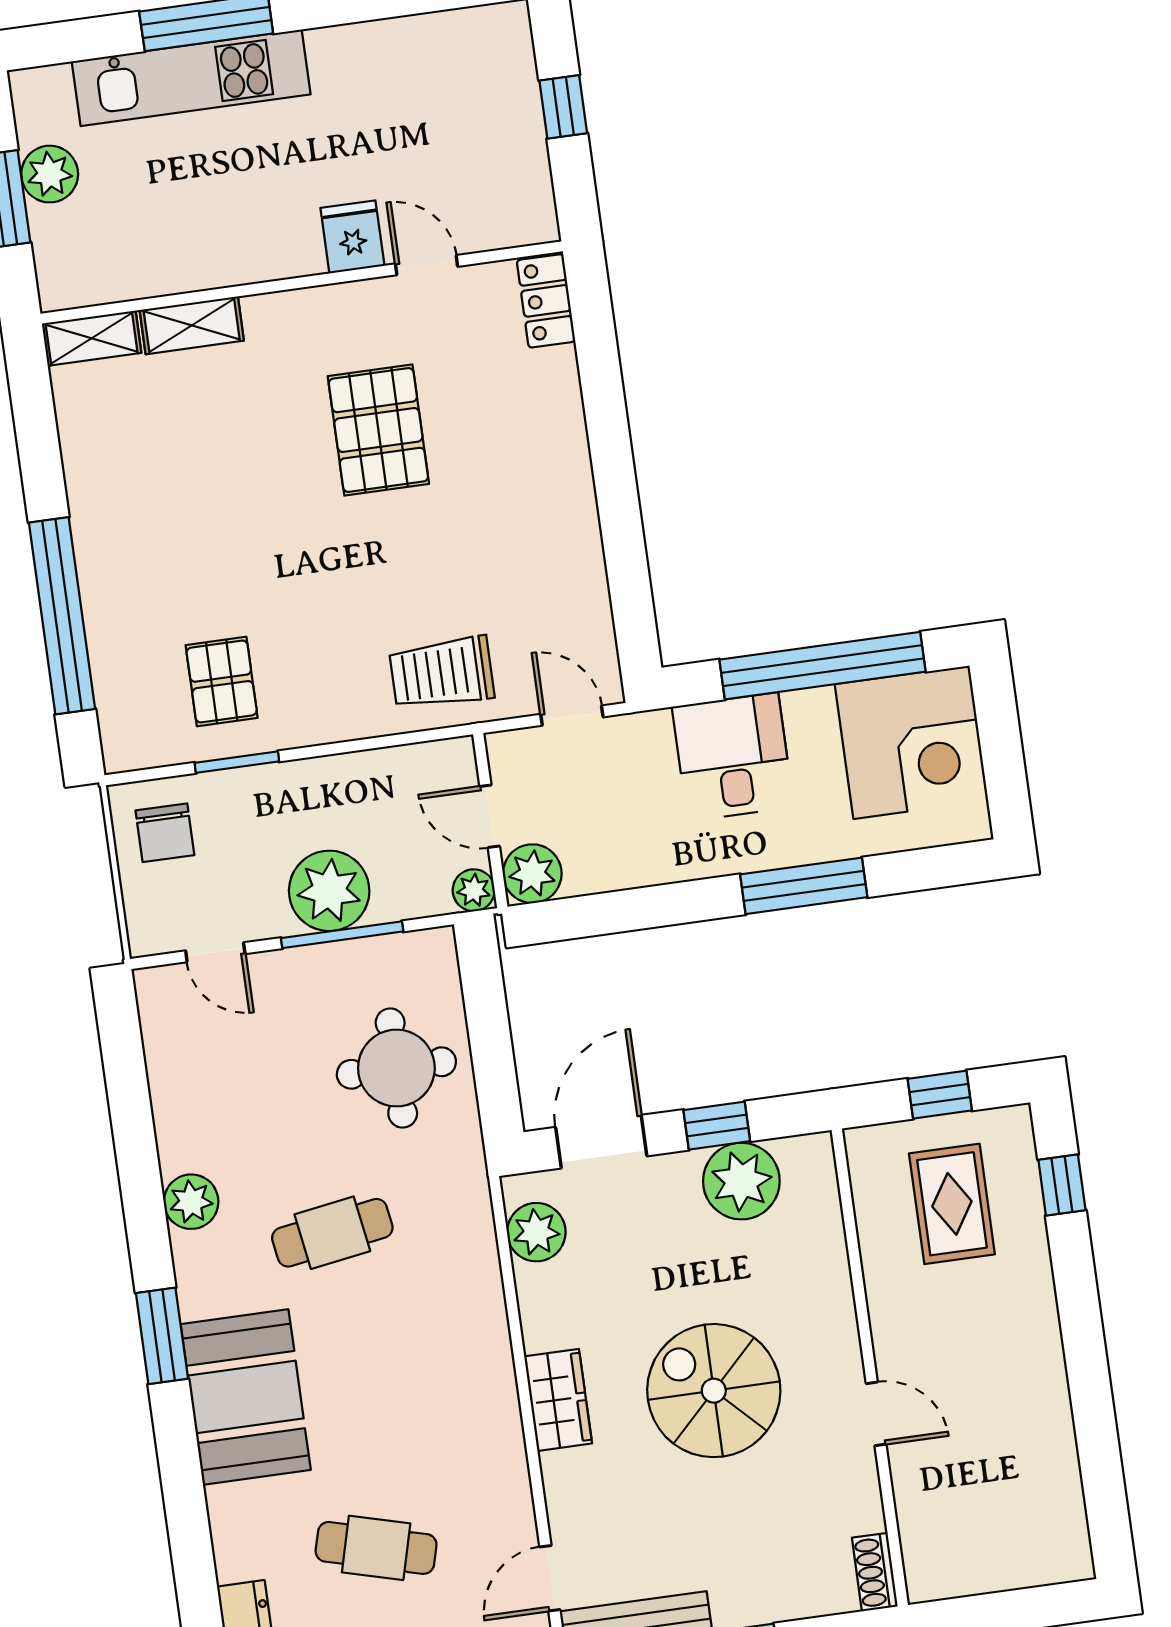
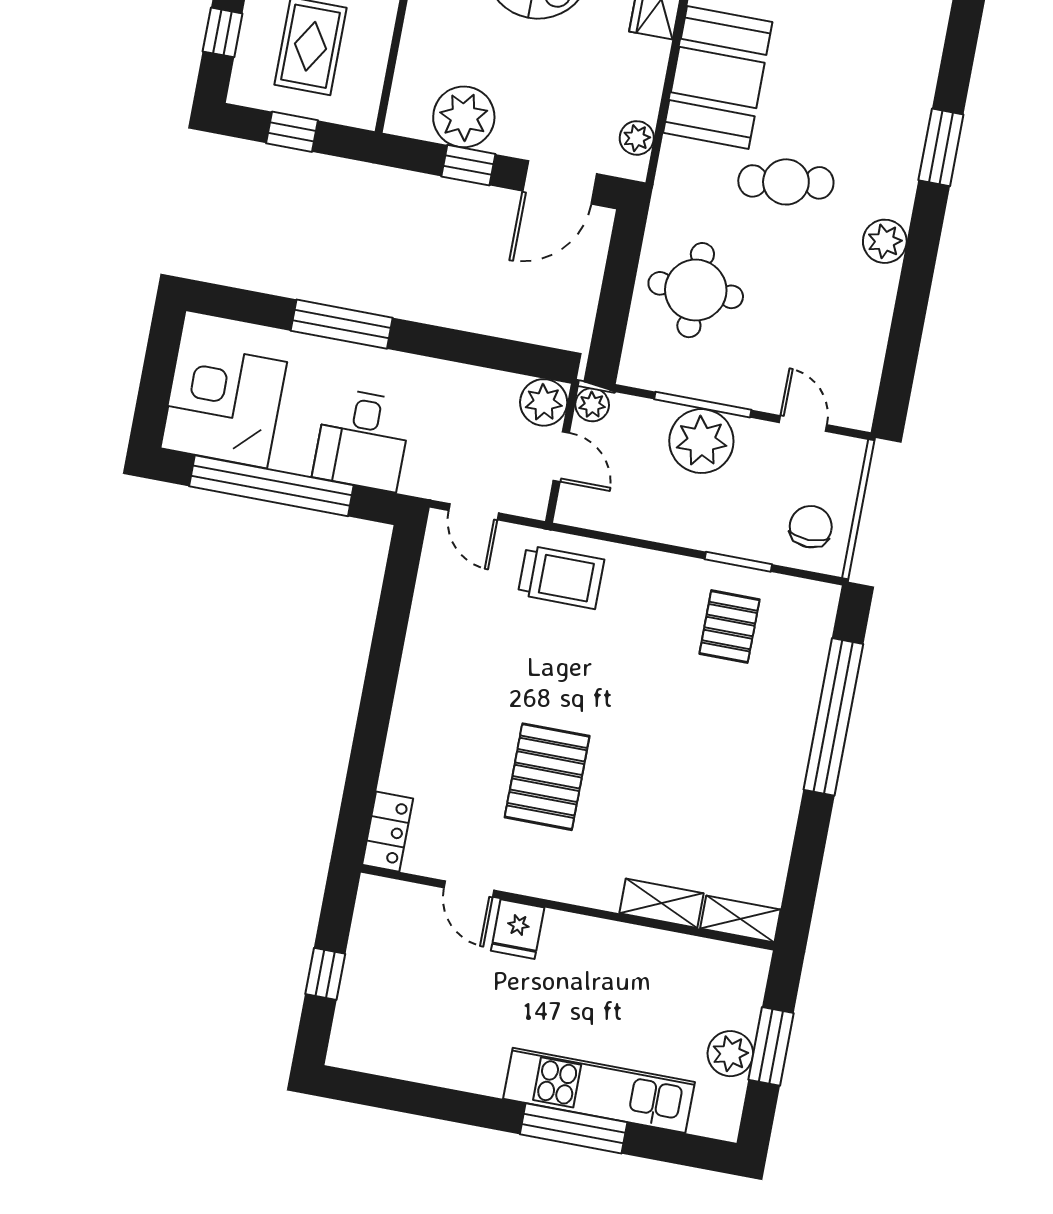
plant: (536, 1232) -> (637, 138), width x0.73, depth x0.73
booth: (246, 1397) -> (718, 77), moved

